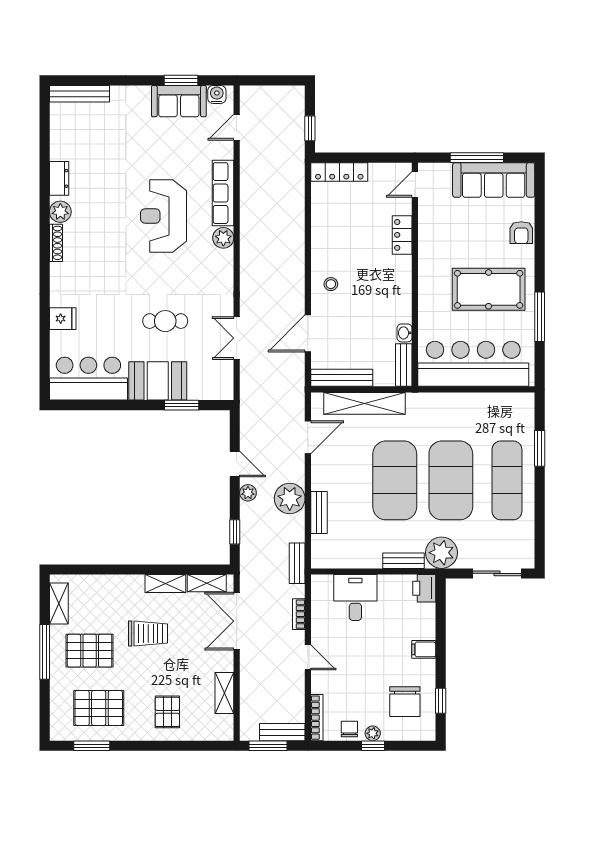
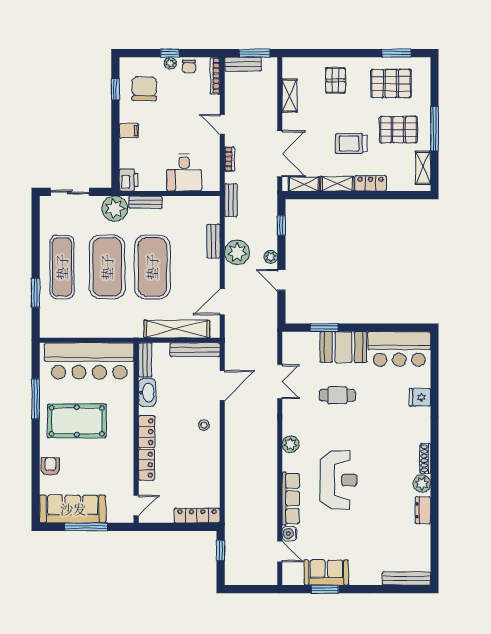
water cooler: (217, 94) -> (289, 534), moved, turned 90
door: (237, 127) -> (280, 552), hinge flipped
plant: (223, 238) -> (291, 444), moved
locker: (402, 276) -> (147, 432), added
washbasin: (405, 333) -> (147, 392), width x1.91, depth x1.45
locker: (124, 584) -> (371, 183), added

